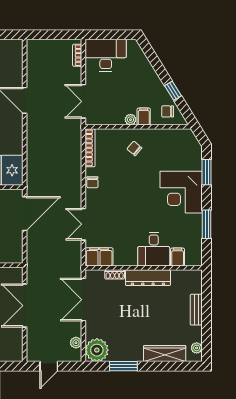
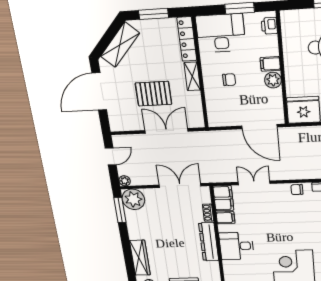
filing cabinet: (178, 257) -> (226, 218), moved
plant: (76, 343) -> (125, 181), moved
door: (49, 366) -> (111, 156), swing flipped
window: (123, 366) -> (120, 210), moved

